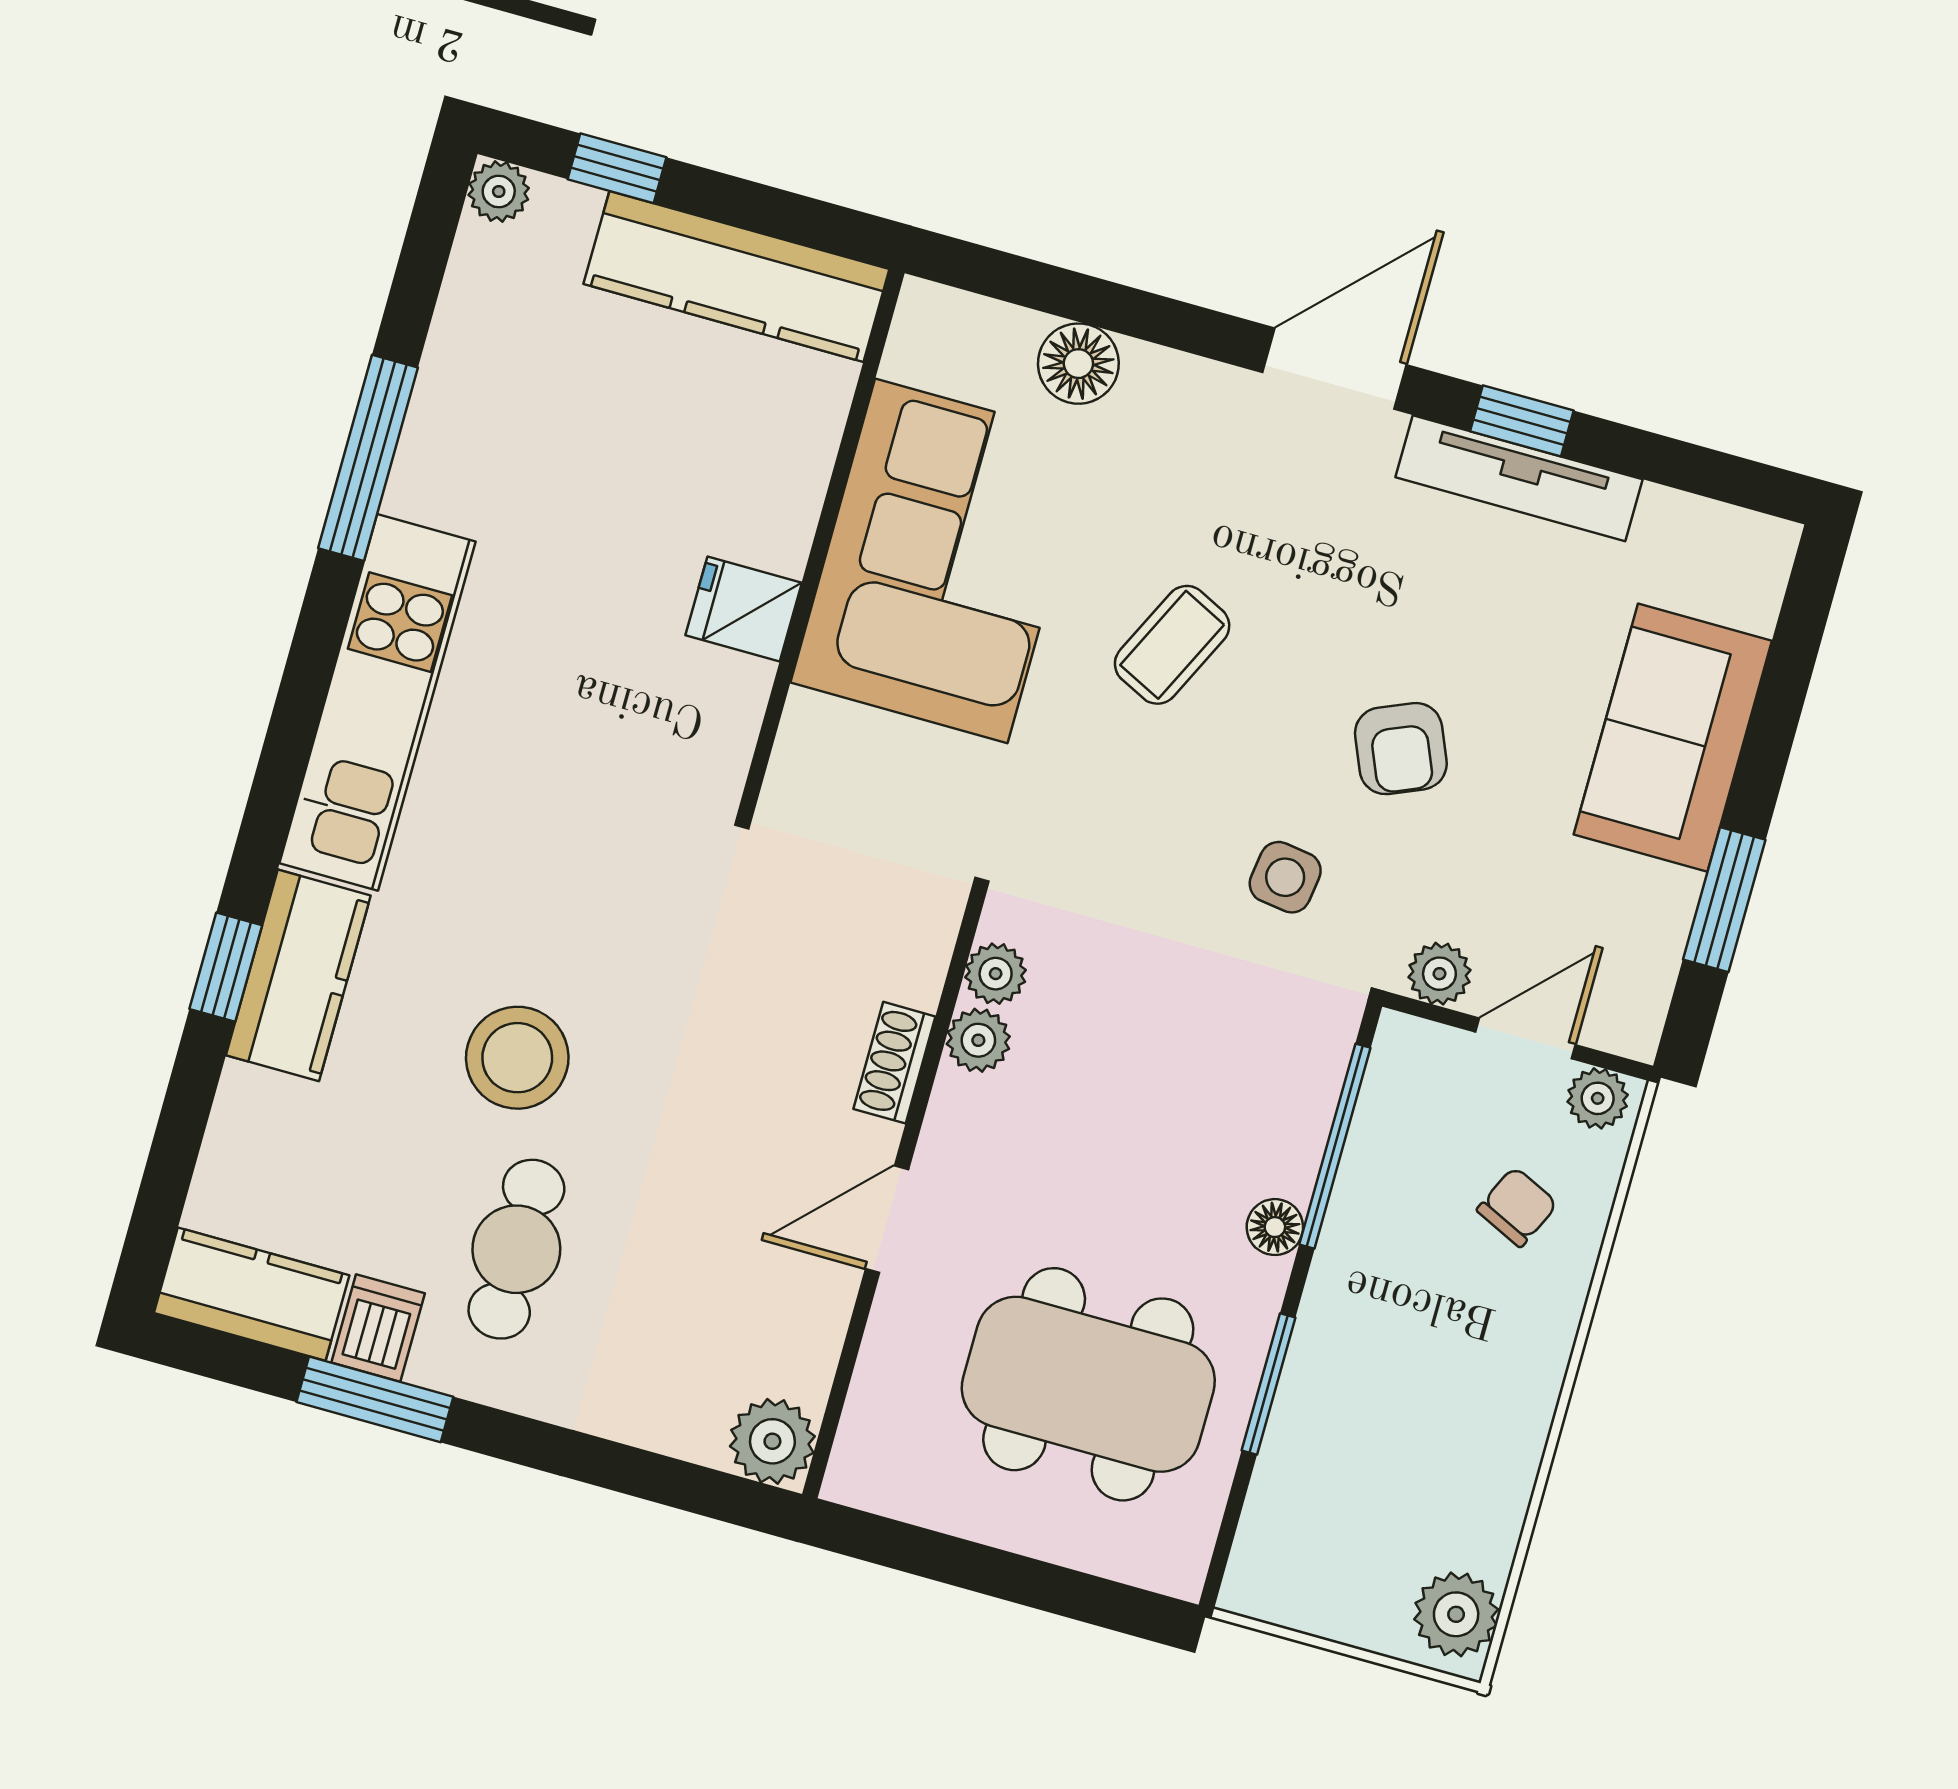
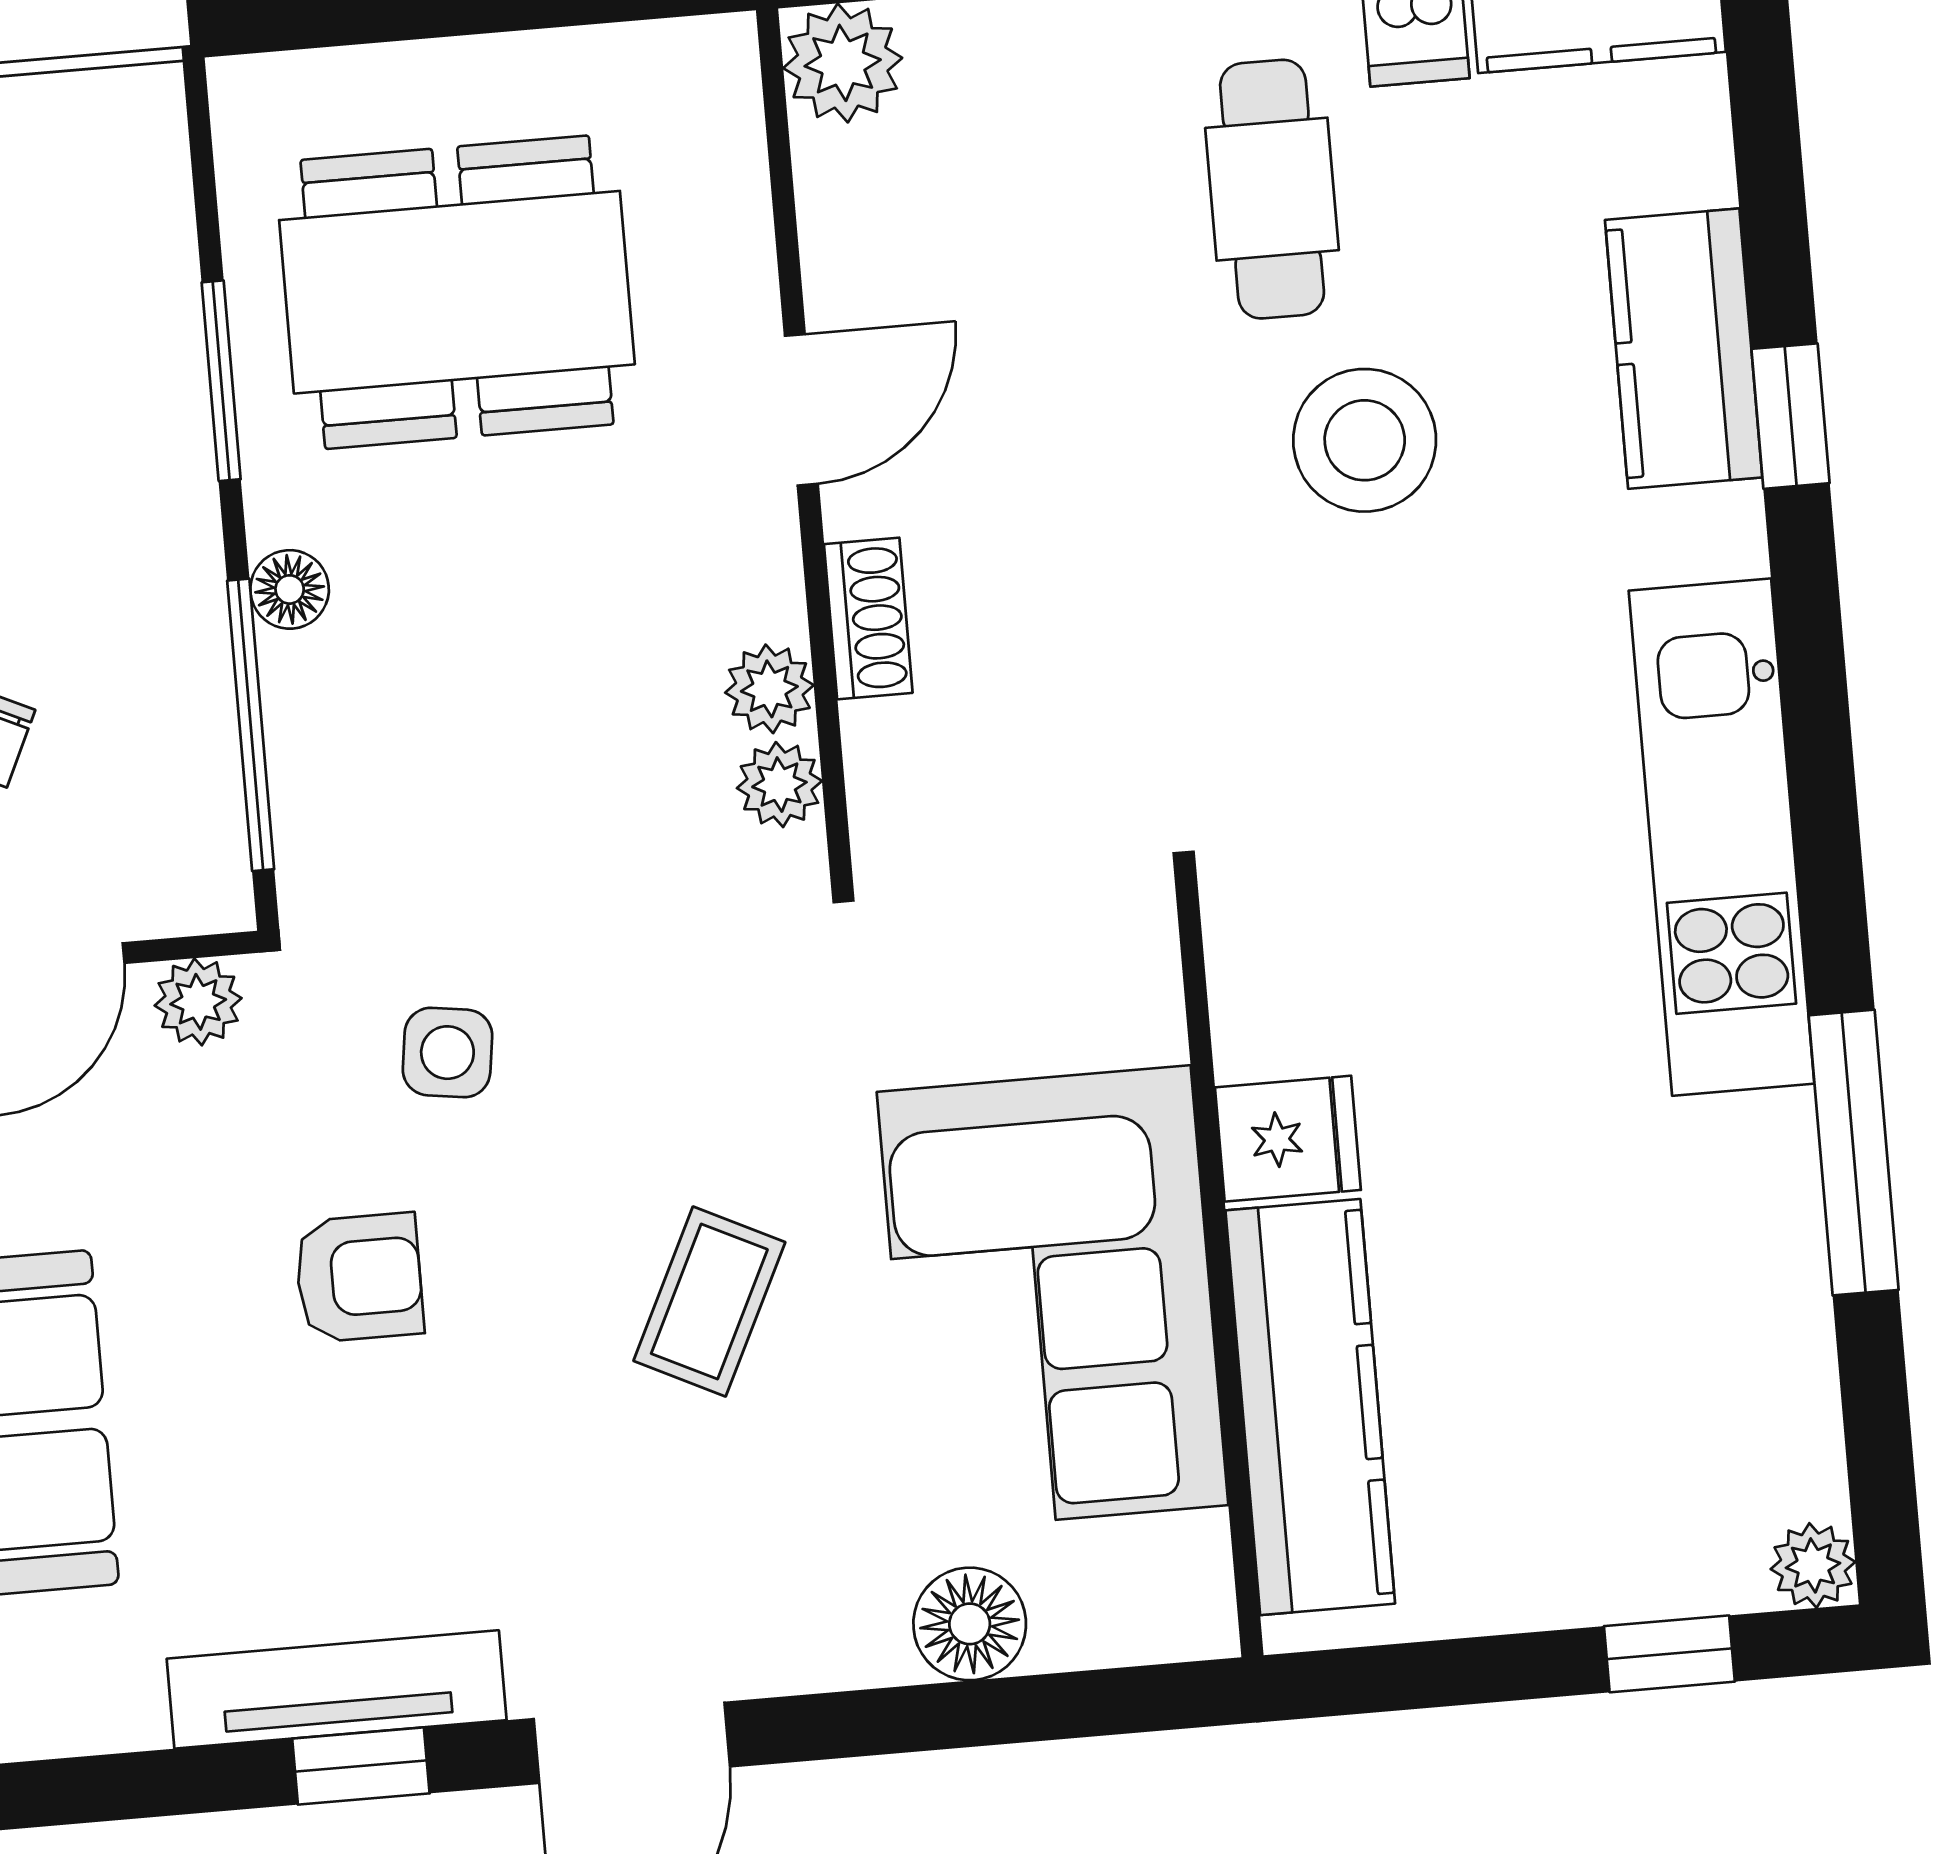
kitchen counter: (736, 276) -> (1310, 1407), moved, turned 90
armchair: (1401, 749) -> (359, 1278), turned 113
kitchen counter: (298, 975) -> (1684, 349), moved

